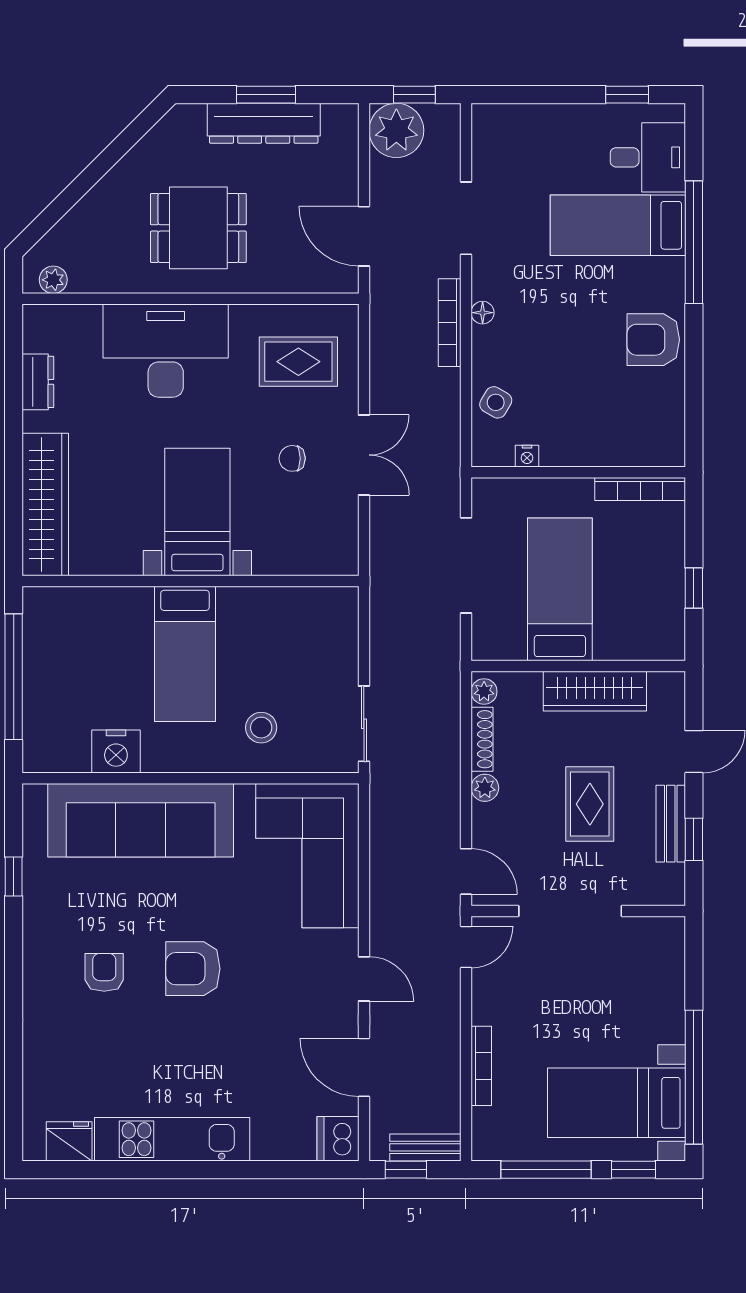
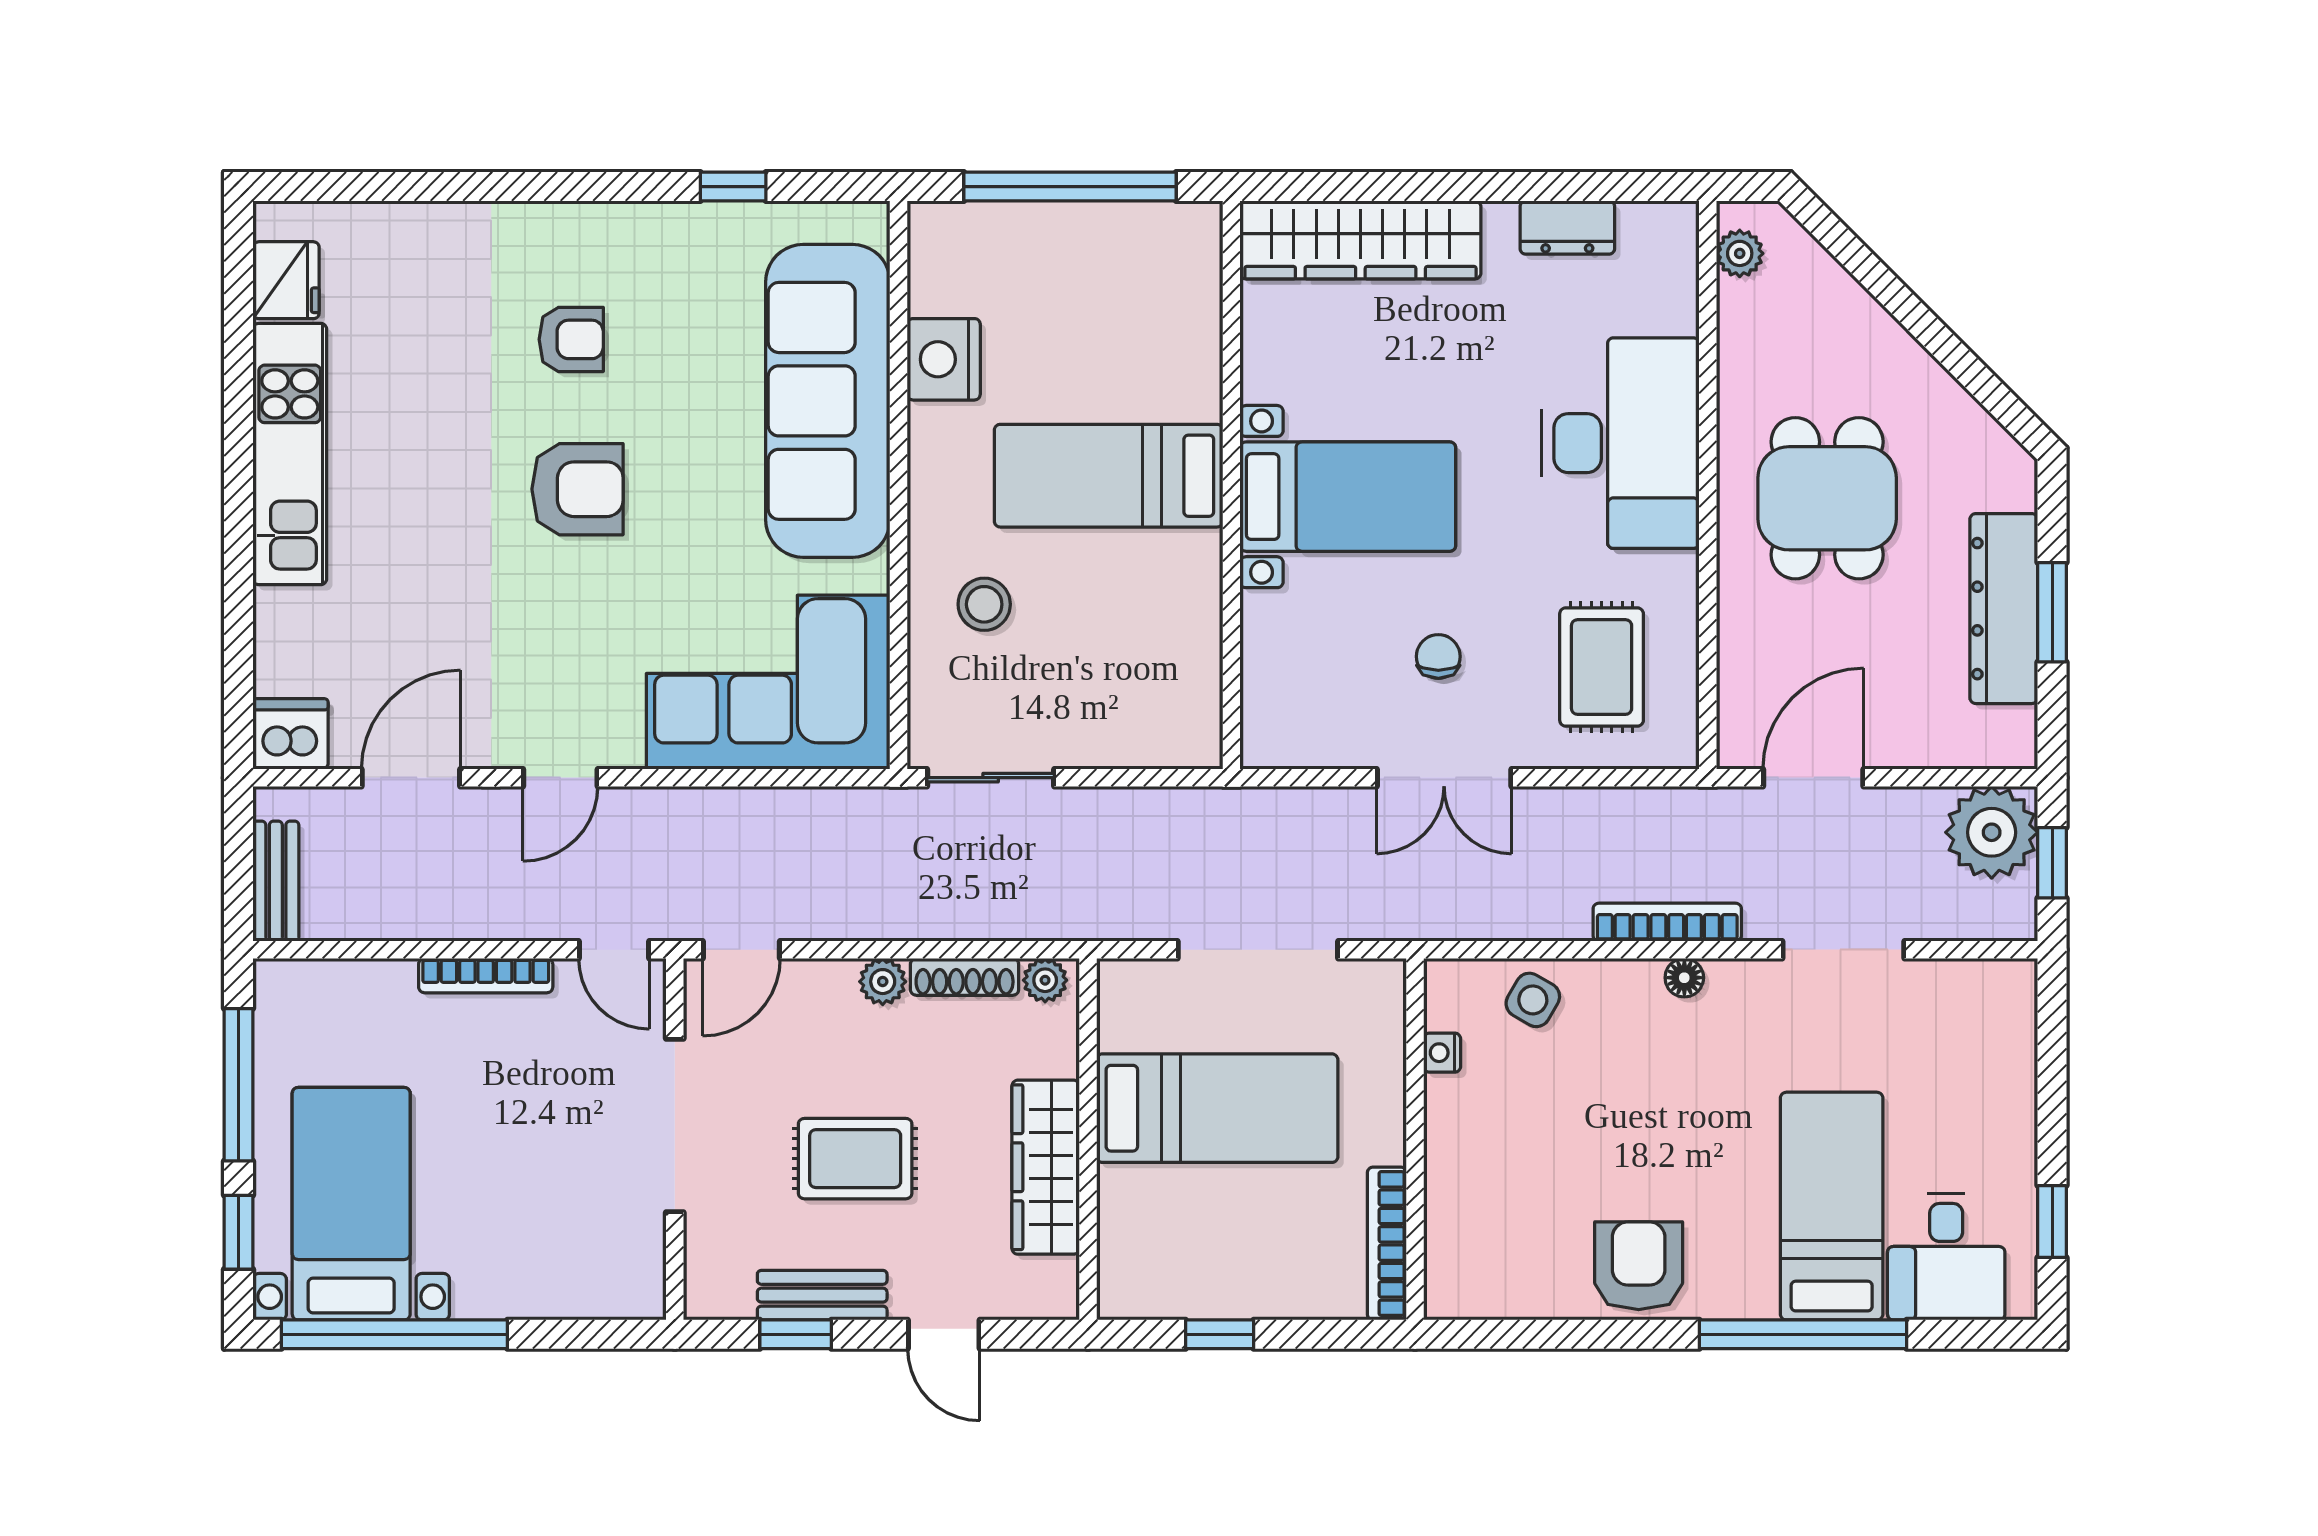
armchair: (193, 969) -> (578, 489), turned 90
bookcase: (481, 1066) -> (486, 976), moved
window: (406, 1170) -> (239, 848), removed

